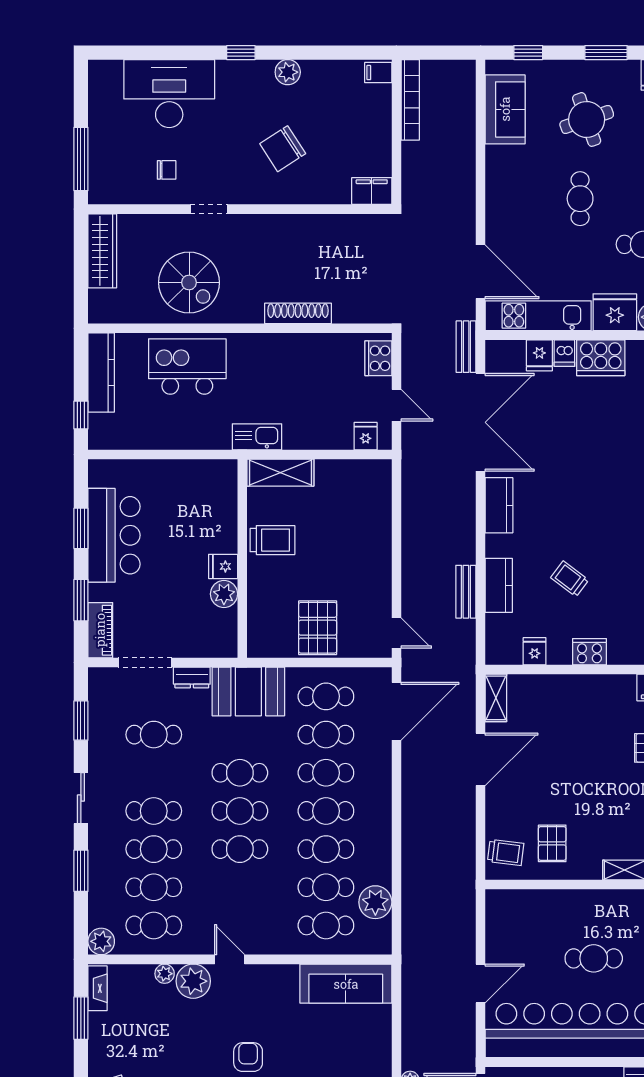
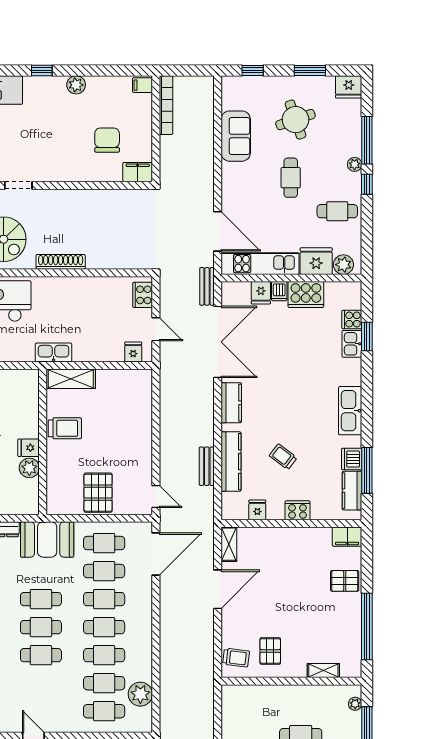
sofa: (505, 109) -> (236, 136), moved
chair: (283, 149) -> (107, 140), moved, turned 123
shoe rack: (298, 313) -> (61, 262), moved
kitchen counter: (499, 585) -> (231, 462), width x1.50

